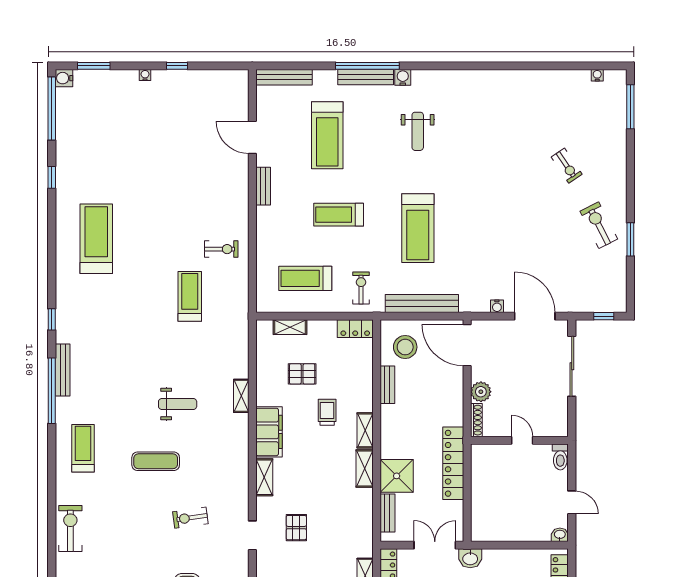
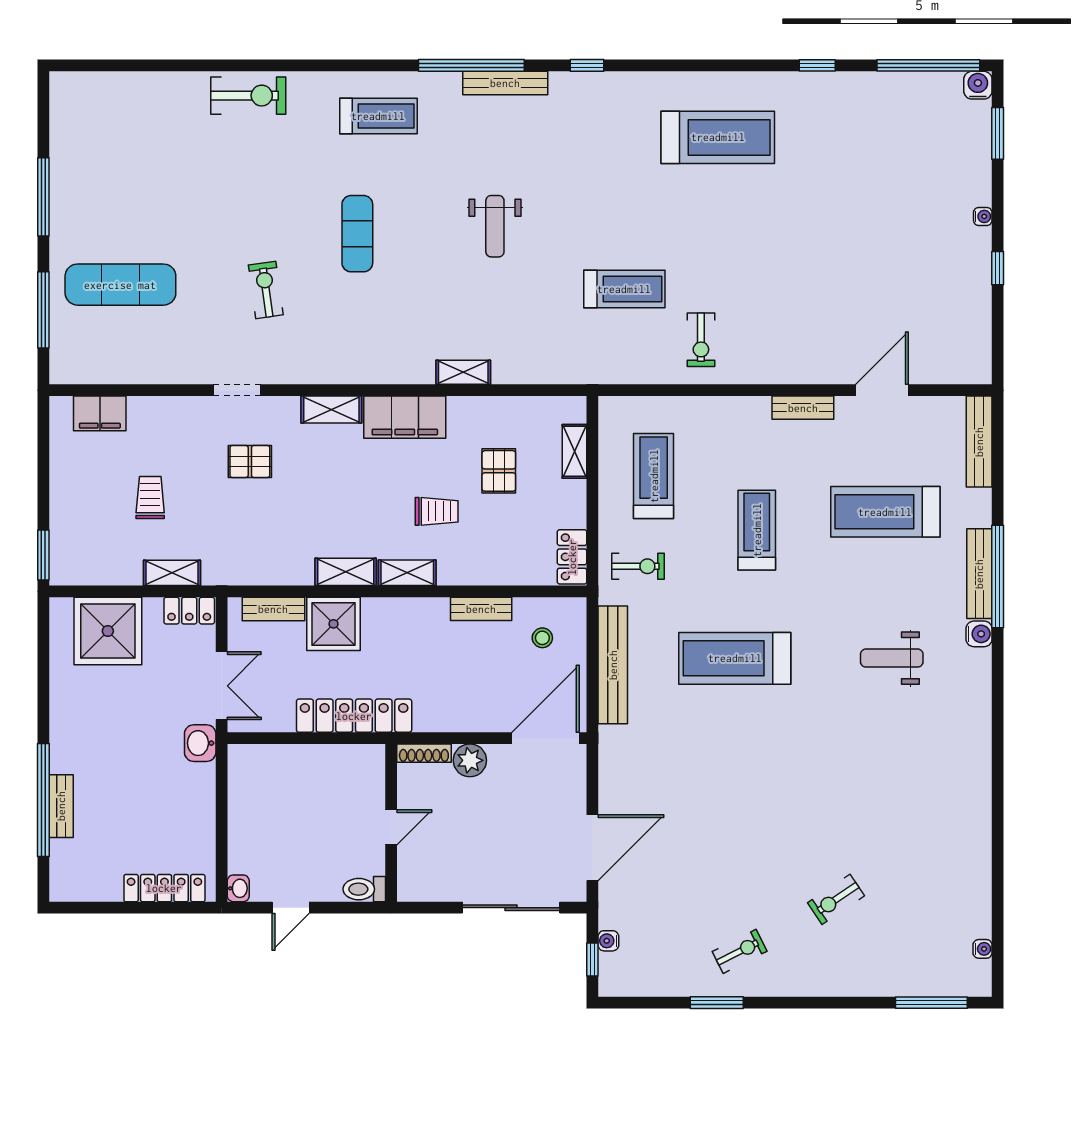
exercise bike: (599, 225) -> (740, 951), width x0.73, depth x0.72
water cooler: (497, 306) -> (608, 941), moved
stool: (405, 347) -> (542, 638), width x0.53, depth x0.53
weight bench: (178, 404) -> (495, 226), moved

